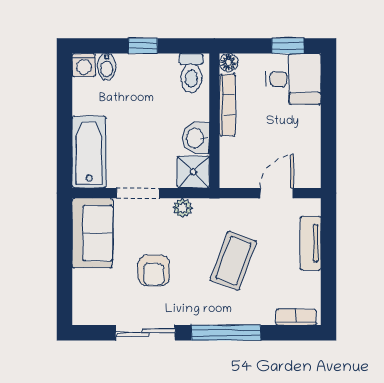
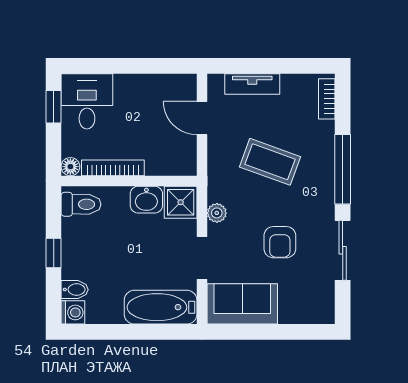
armchair: (154, 270) -> (280, 242), turned 90

